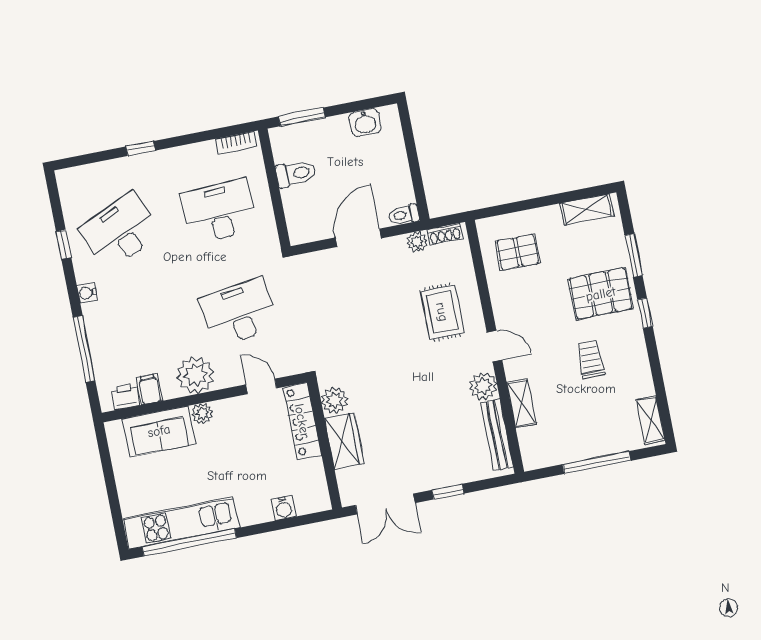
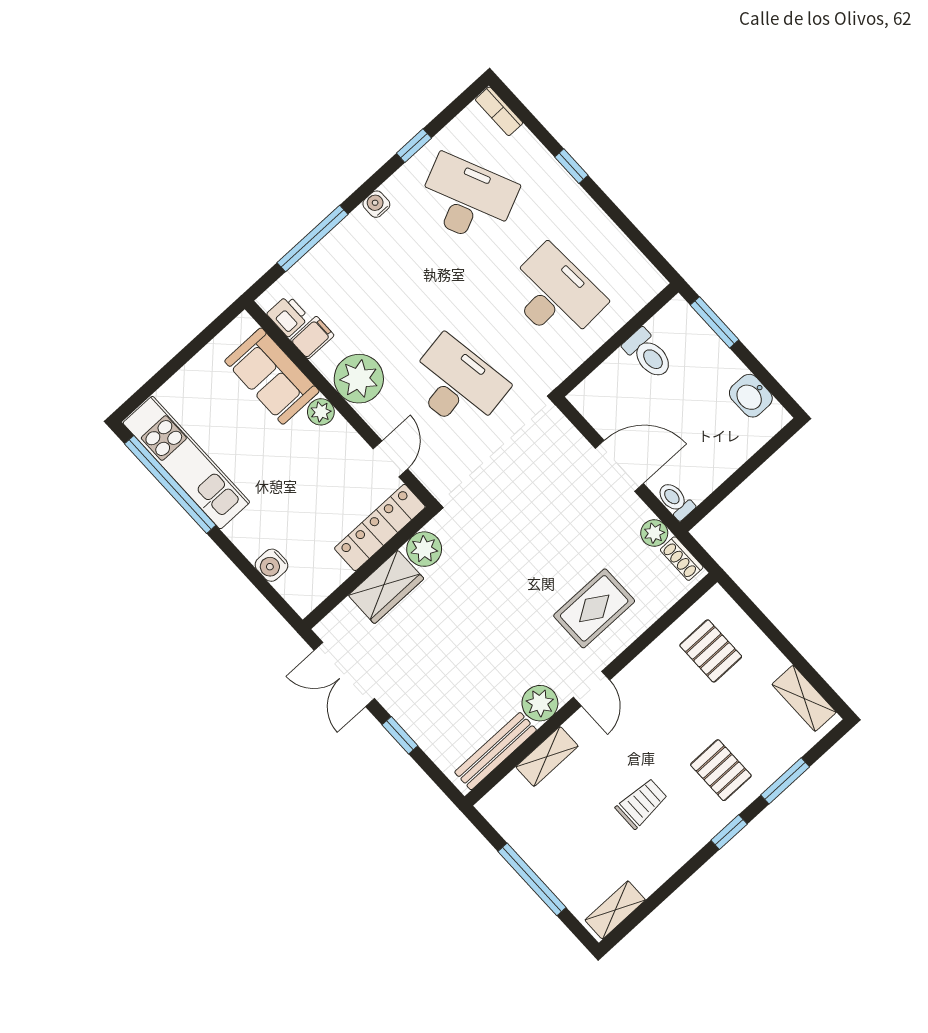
bookcase: (236, 143) -> (499, 111), moved
pallet: (601, 294) -> (721, 770), width x0.67, depth x0.71

